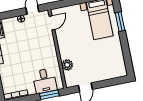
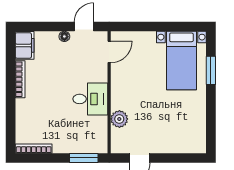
desk: (45, 81) -> (90, 99), moved, turned -90

